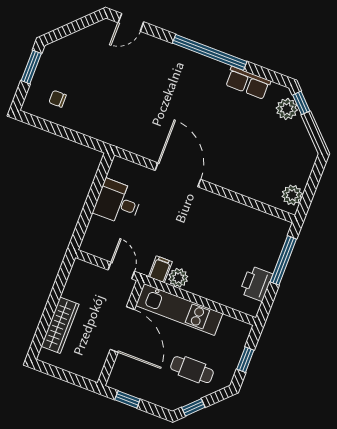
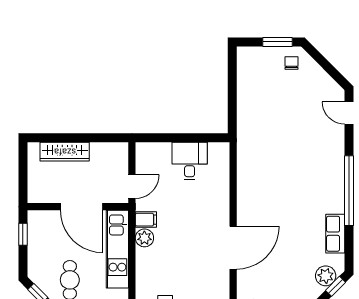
chair: (58, 99) -> (291, 63), moved
door: (178, 175) -> (233, 248), moved
door: (122, 329) -> (81, 207), hinge flipped

